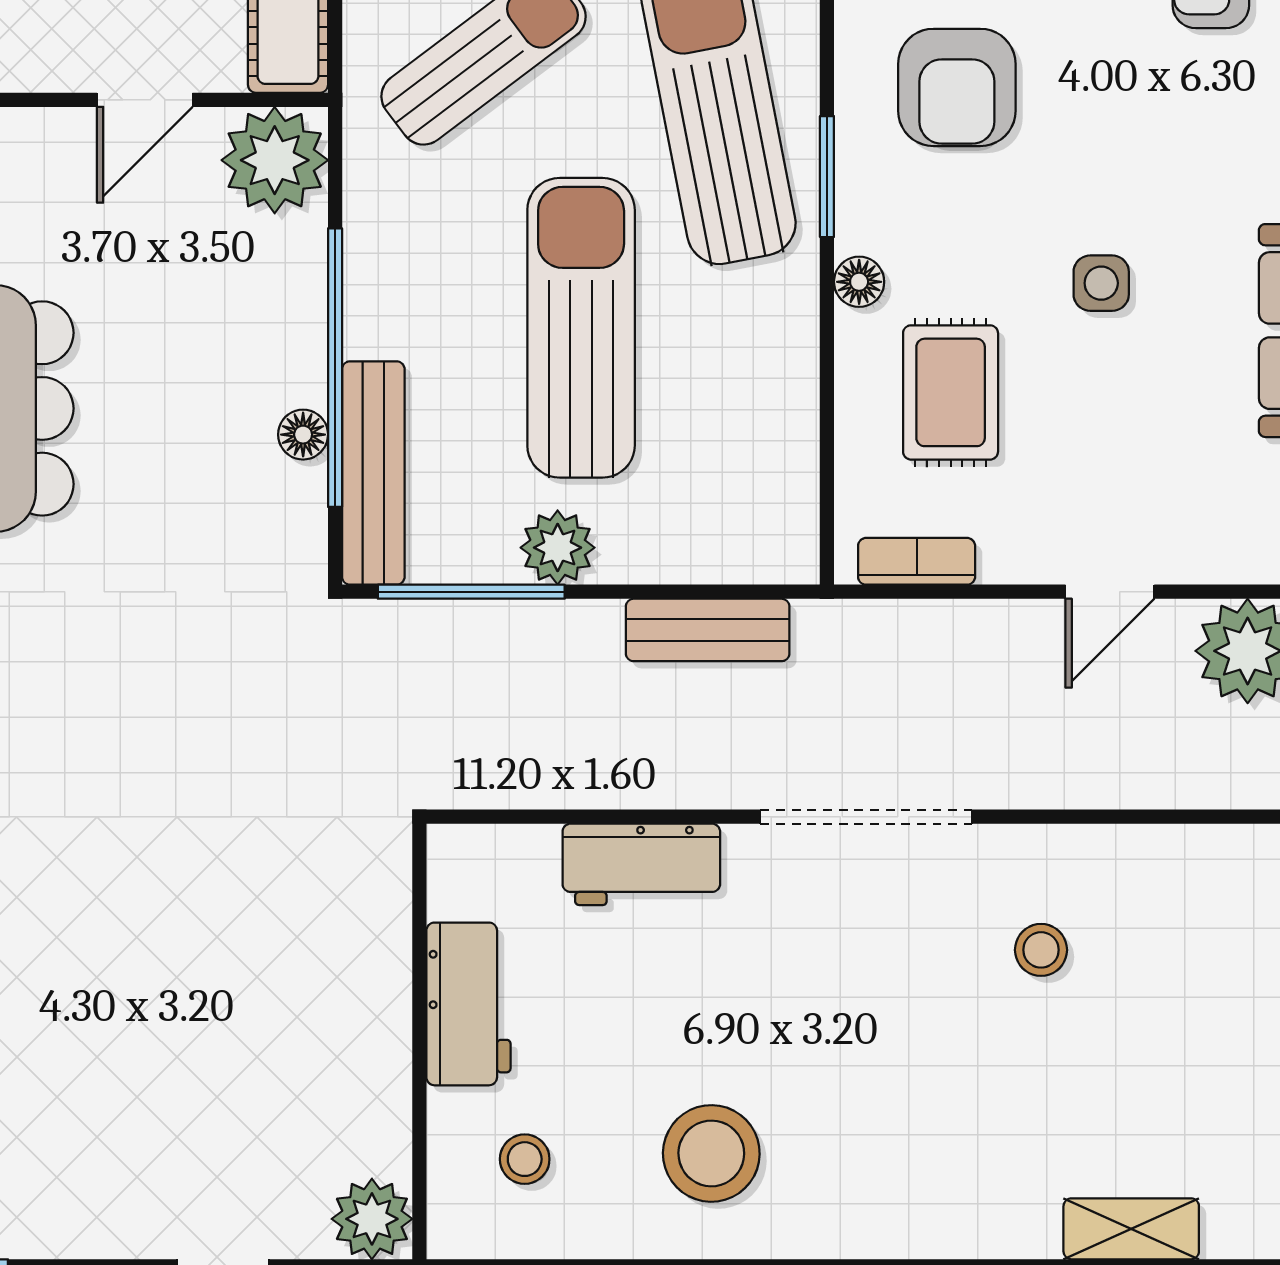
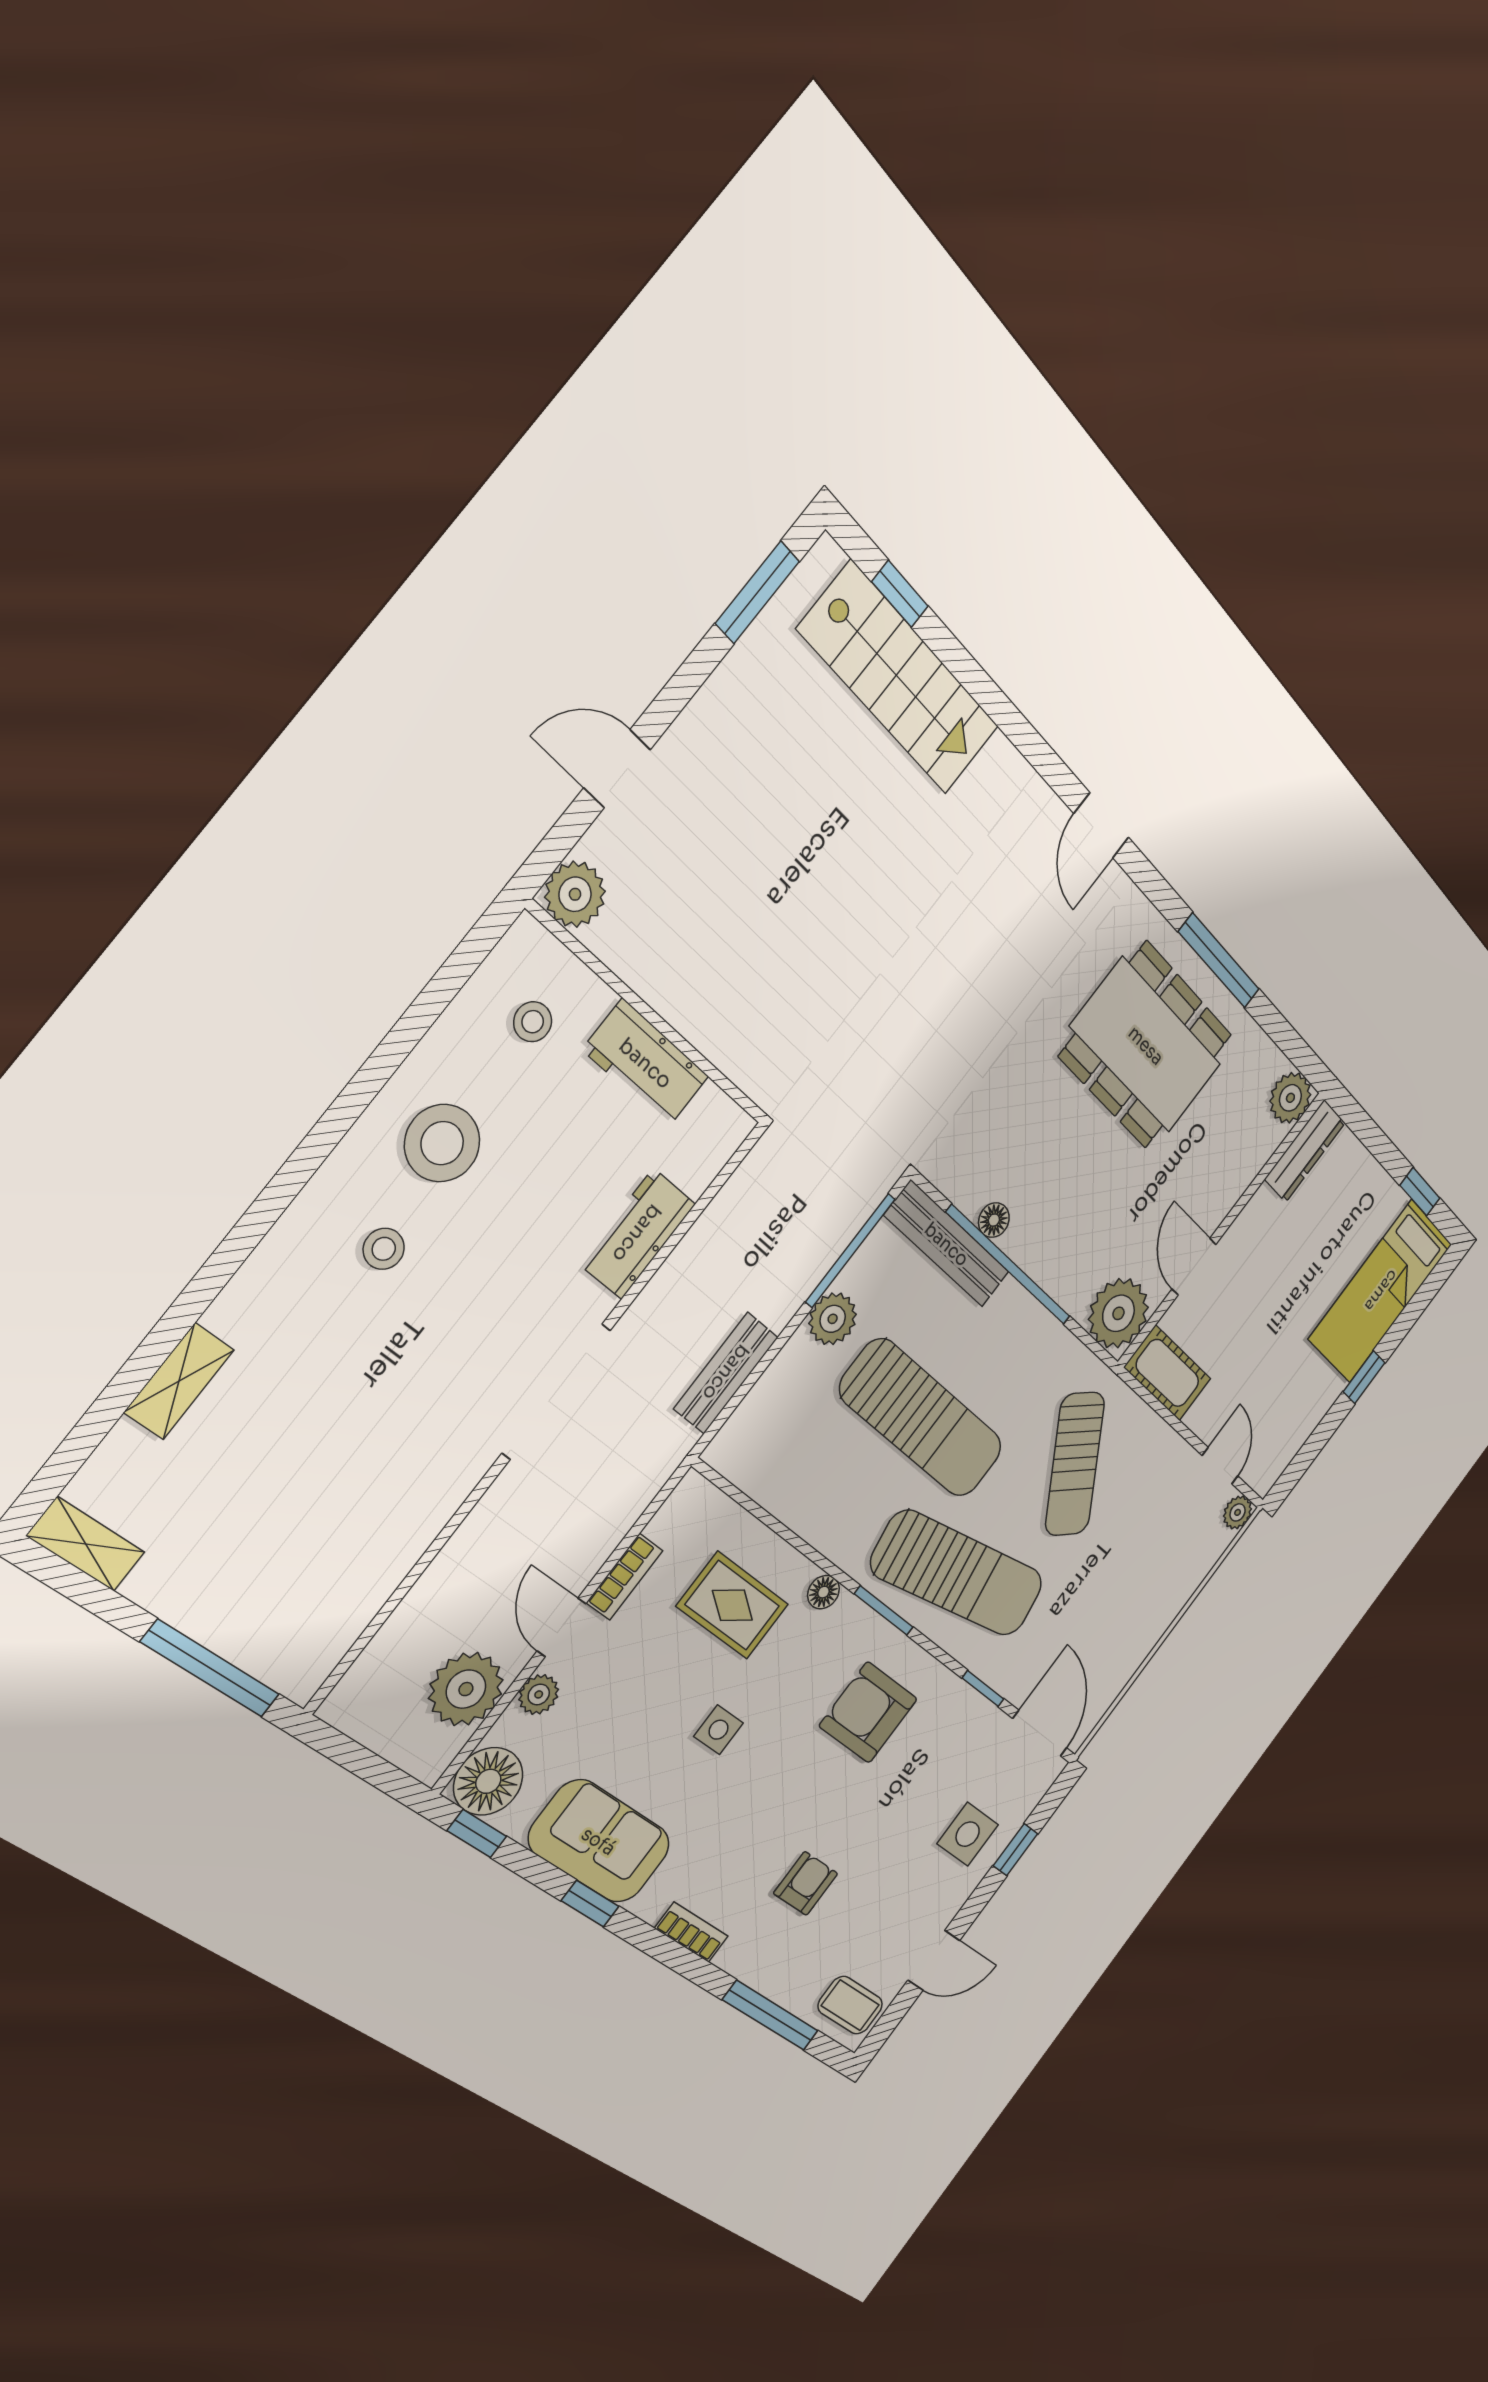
plant: (1200, 556) -> (539, 1694), added
bookcase: (917, 561) -> (624, 1577), moved
stool: (1041, 950) -> (384, 1249), moved

